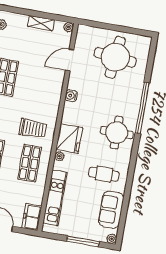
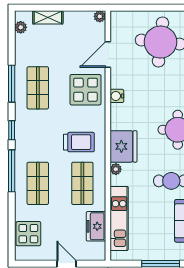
shelving: (41, 23) -> (48, 17), moved
display table: (46, 86) -> (85, 90), added
freezer: (32, 217) -> (96, 226), moved

